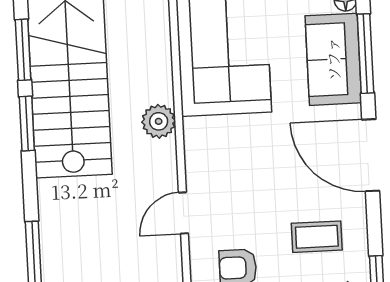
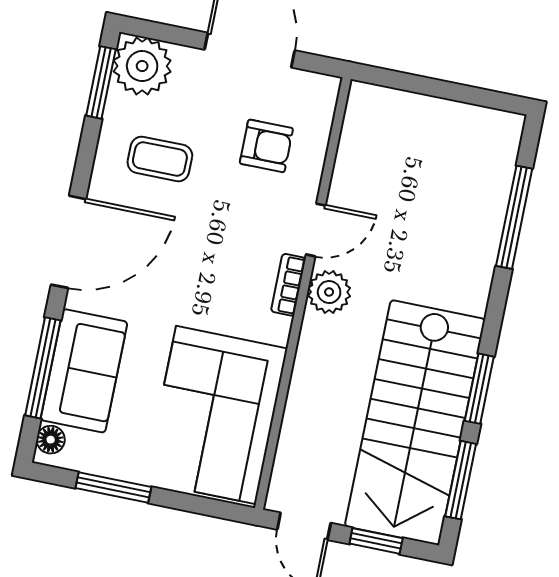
plant: (159, 121) -> (329, 292), moved
door: (371, 155) -> (68, 242), hinge flipped
bookcase: (194, 166) -> (288, 285), added

